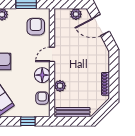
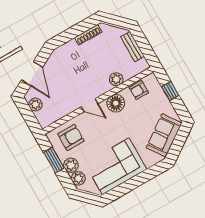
plant: (15, 15) -> (71, 165), added
armchair: (36, 27) -> (71, 138), turned 180
bench: (73, 112) -> (132, 47), width x0.73

